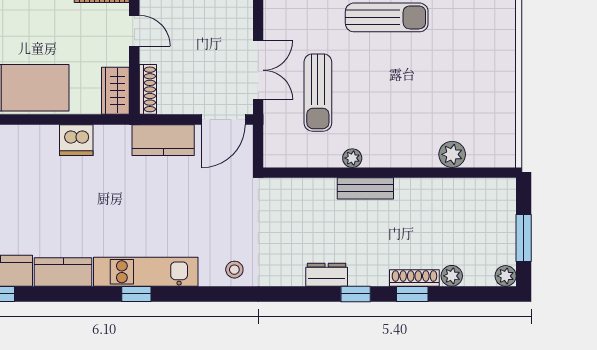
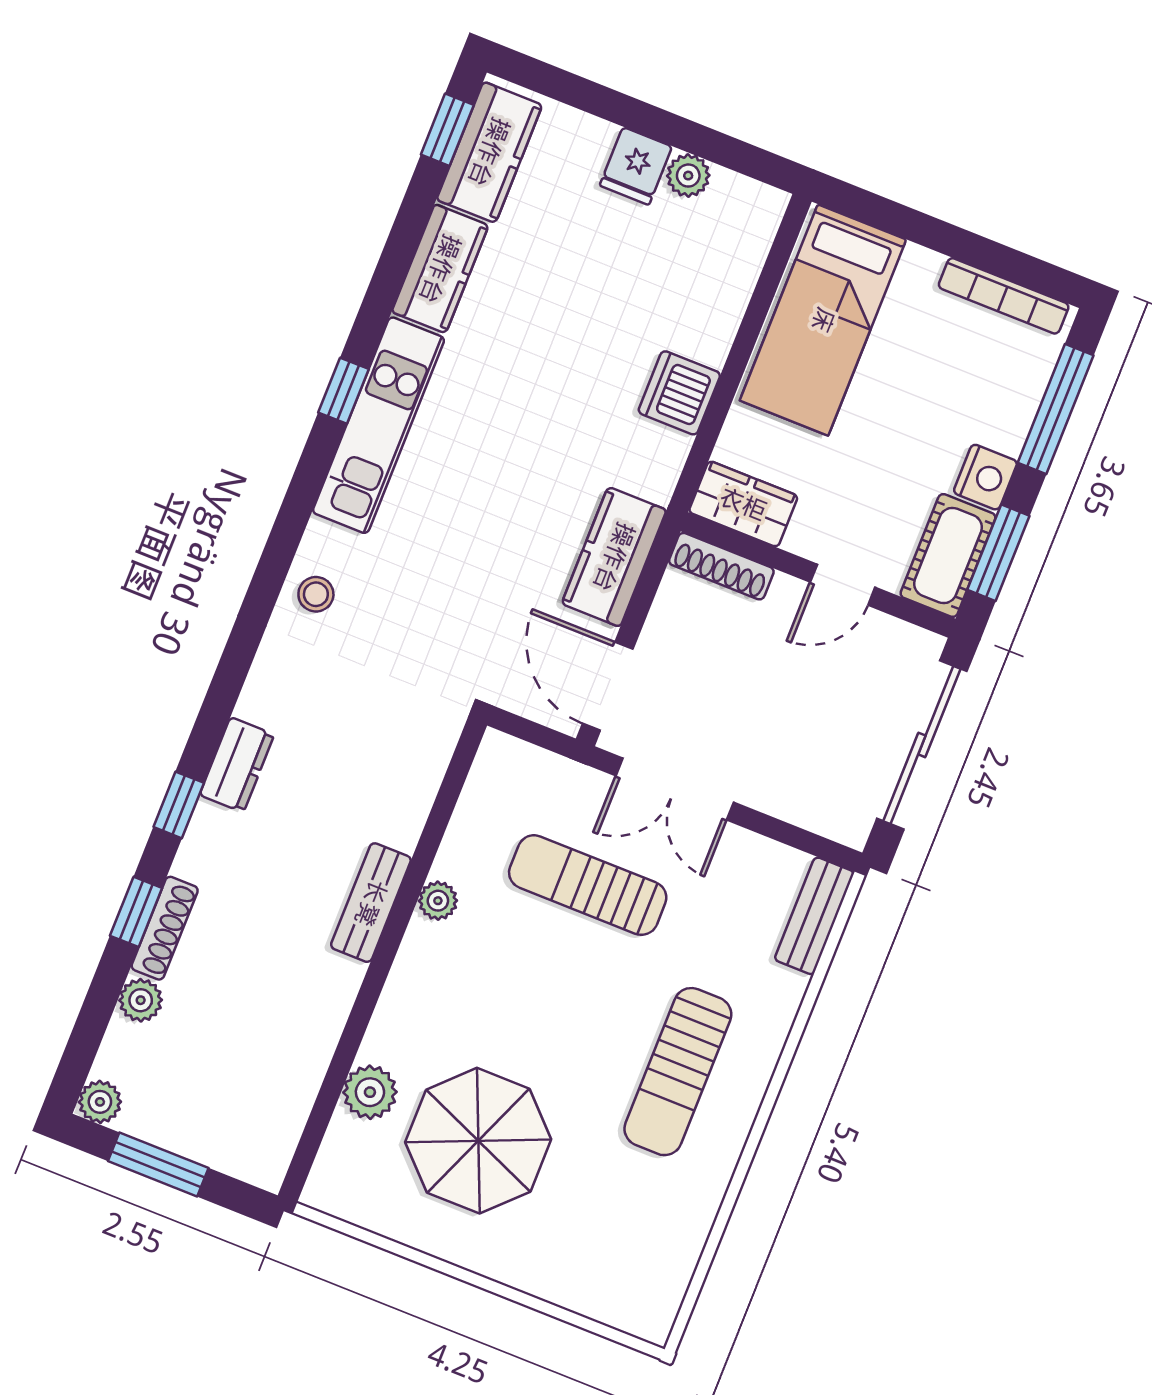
parasol: (455, 96) -> (478, 1141), added

